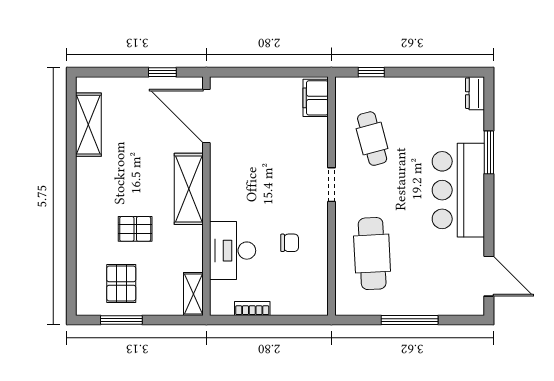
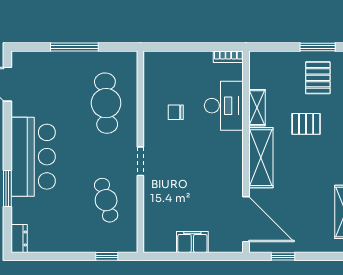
filing cabinet: (316, 98) -> (192, 242), moved, turned -90
shelving: (193, 294) -> (257, 108), moved
bookcase: (252, 309) -> (228, 57), moved

